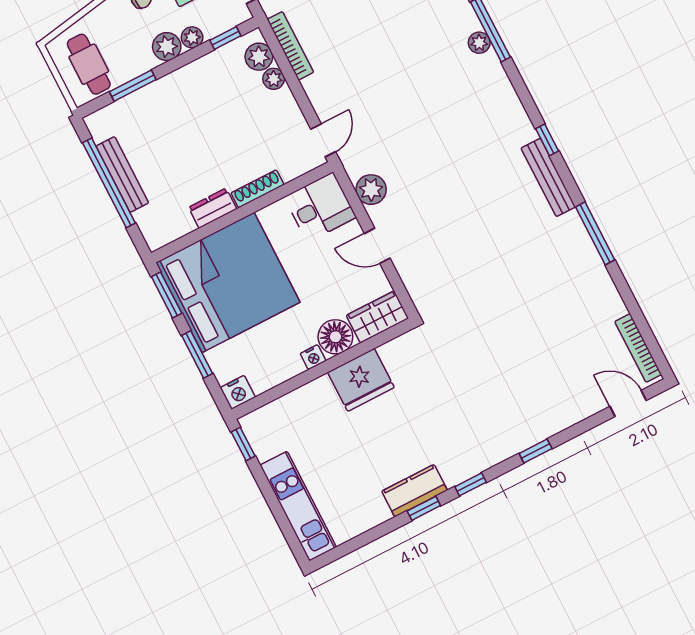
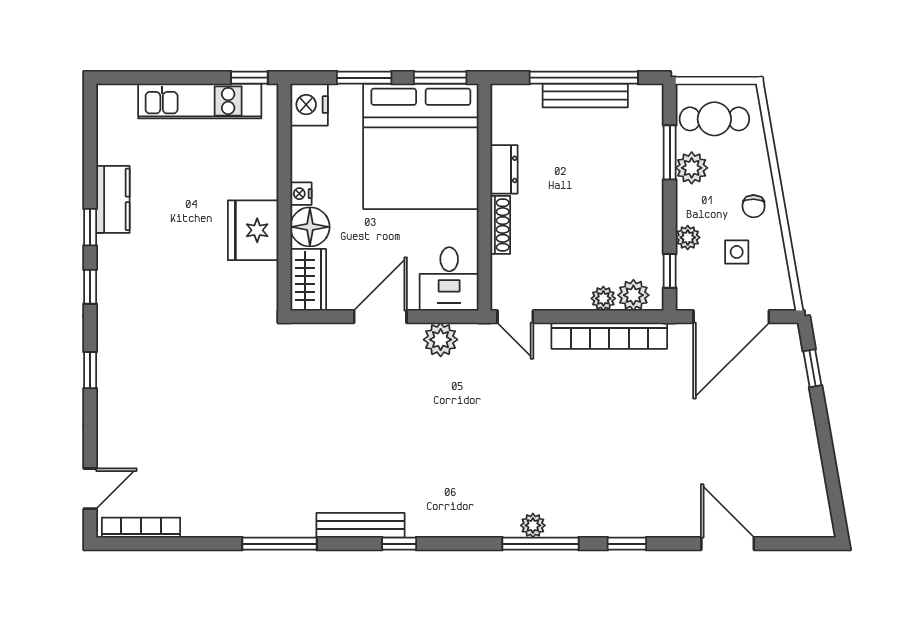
bookcase: (290, 46) -> (609, 336), width x1.48, depth x1.31
plant: (167, 47) -> (692, 168), moved
door: (377, 246) -> (380, 317), width x1.38
nightstand: (238, 392) -> (309, 105), width x1.36, depth x1.33
kitchen counter: (414, 491) -> (113, 199), moved
kitchen unit: (298, 506) -> (200, 101), moved

